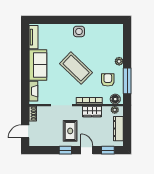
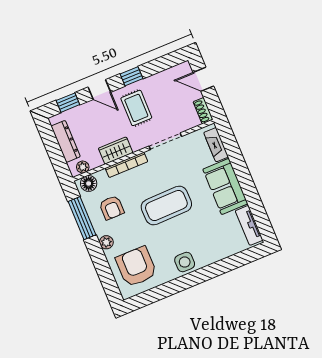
armchair: (108, 40) -> (136, 267), added
coffee table: (76, 68) -> (166, 206), turned -45
door: (25, 131) -> (203, 79), swing flipped

